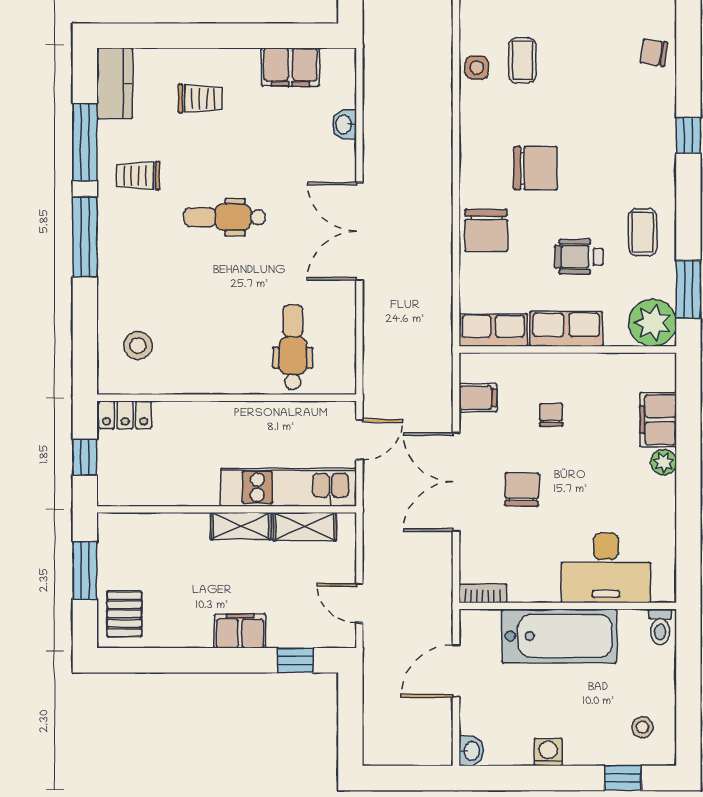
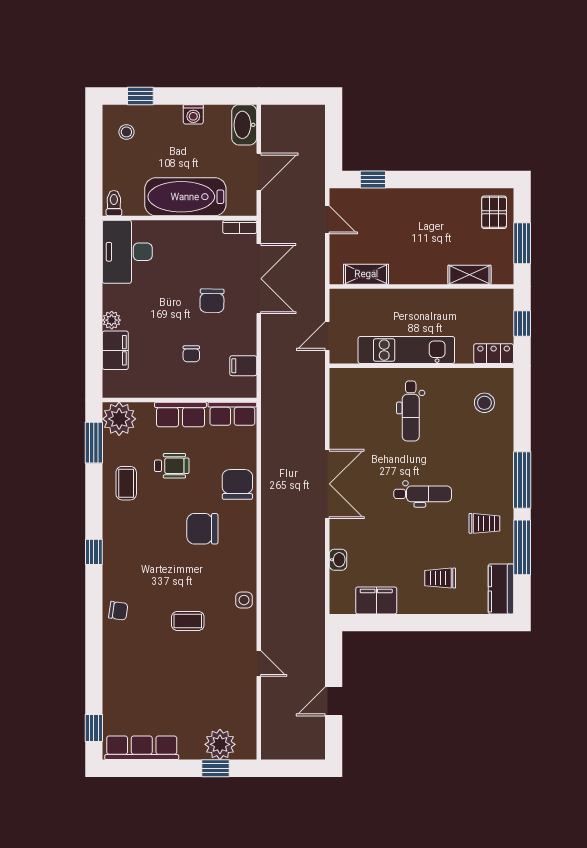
coffee table: (522, 60) -> (188, 621), moved, turned 90
dental chair: (293, 347) -> (411, 411), moved
double door: (456, 482) -> (259, 279), moved
kitchen unit: (289, 487) -> (406, 350), moved, turned 180
shelving: (241, 526) -> (469, 275), moved
desk: (606, 568) -> (127, 252), moved, turned -90
filing cabinet: (240, 631) -> (412, 200), removed
washbasin: (471, 751) -> (244, 125), width x1.91, depth x1.45

